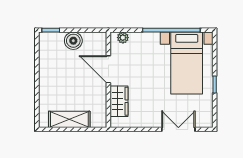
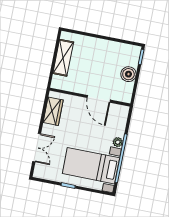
plant: (123, 38) -> (118, 142), moved
door: (108, 69) -> (99, 99), swing flipped
wardrobe: (119, 101) -> (53, 111), moved, turned -90

